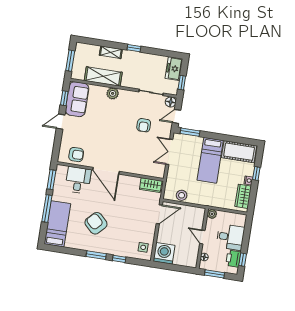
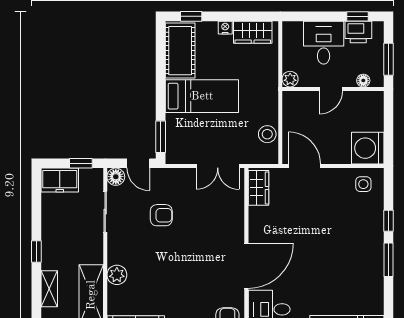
double door: (169, 152) -> (218, 166), moved
window: (256, 174) -> (191, 16), moved
armchair: (96, 223) -> (336, 268), removed

